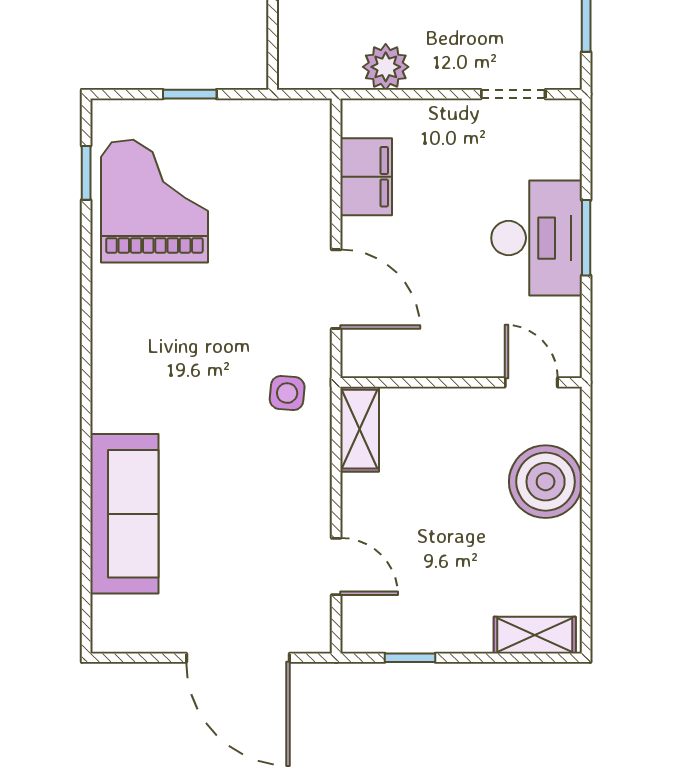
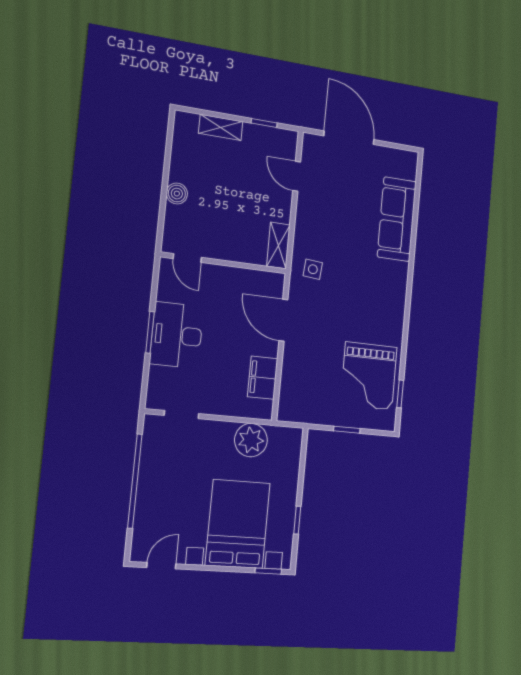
plant: (386, 67) -> (251, 440), width x1.36, depth x1.36
boiler: (546, 482) -> (177, 194), width x0.54, depth x0.54
shelving: (535, 635) -> (221, 127), moved

